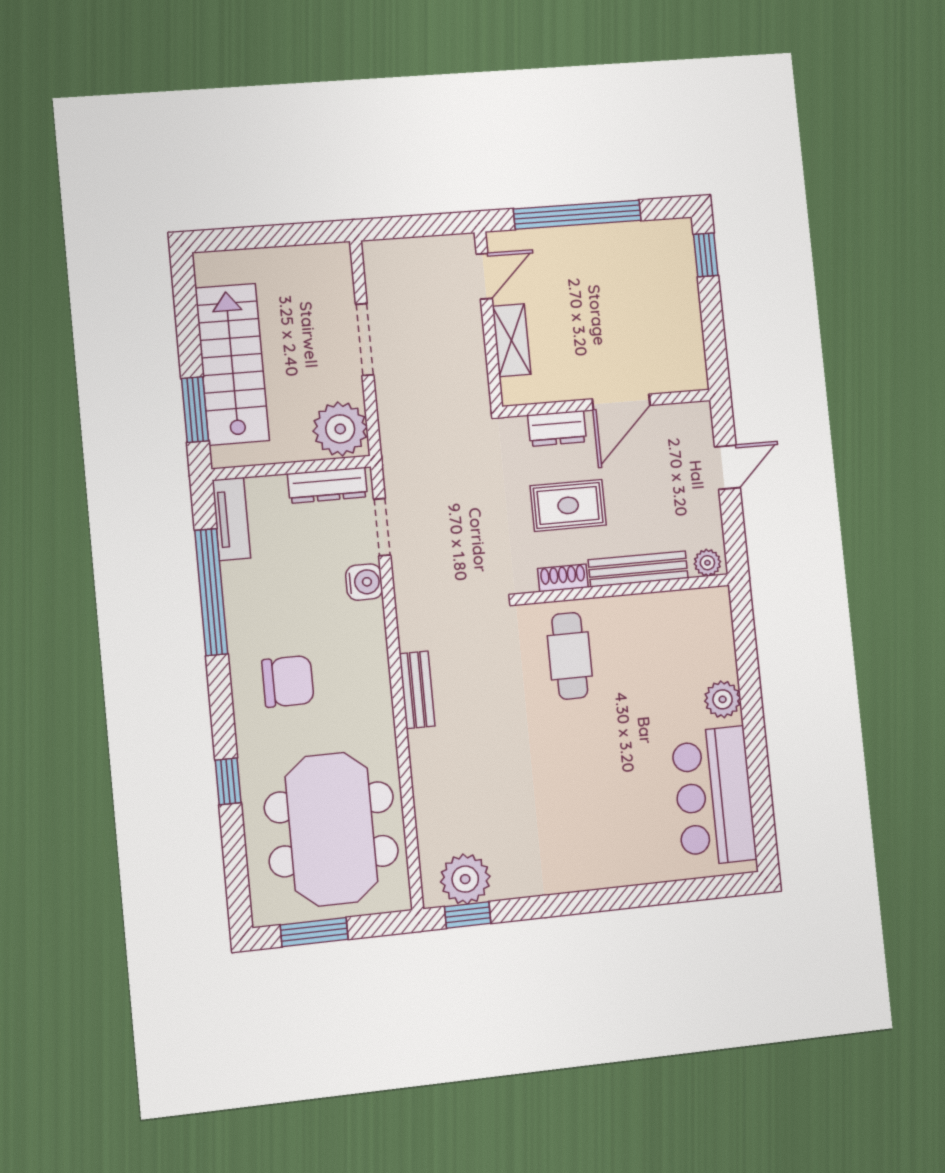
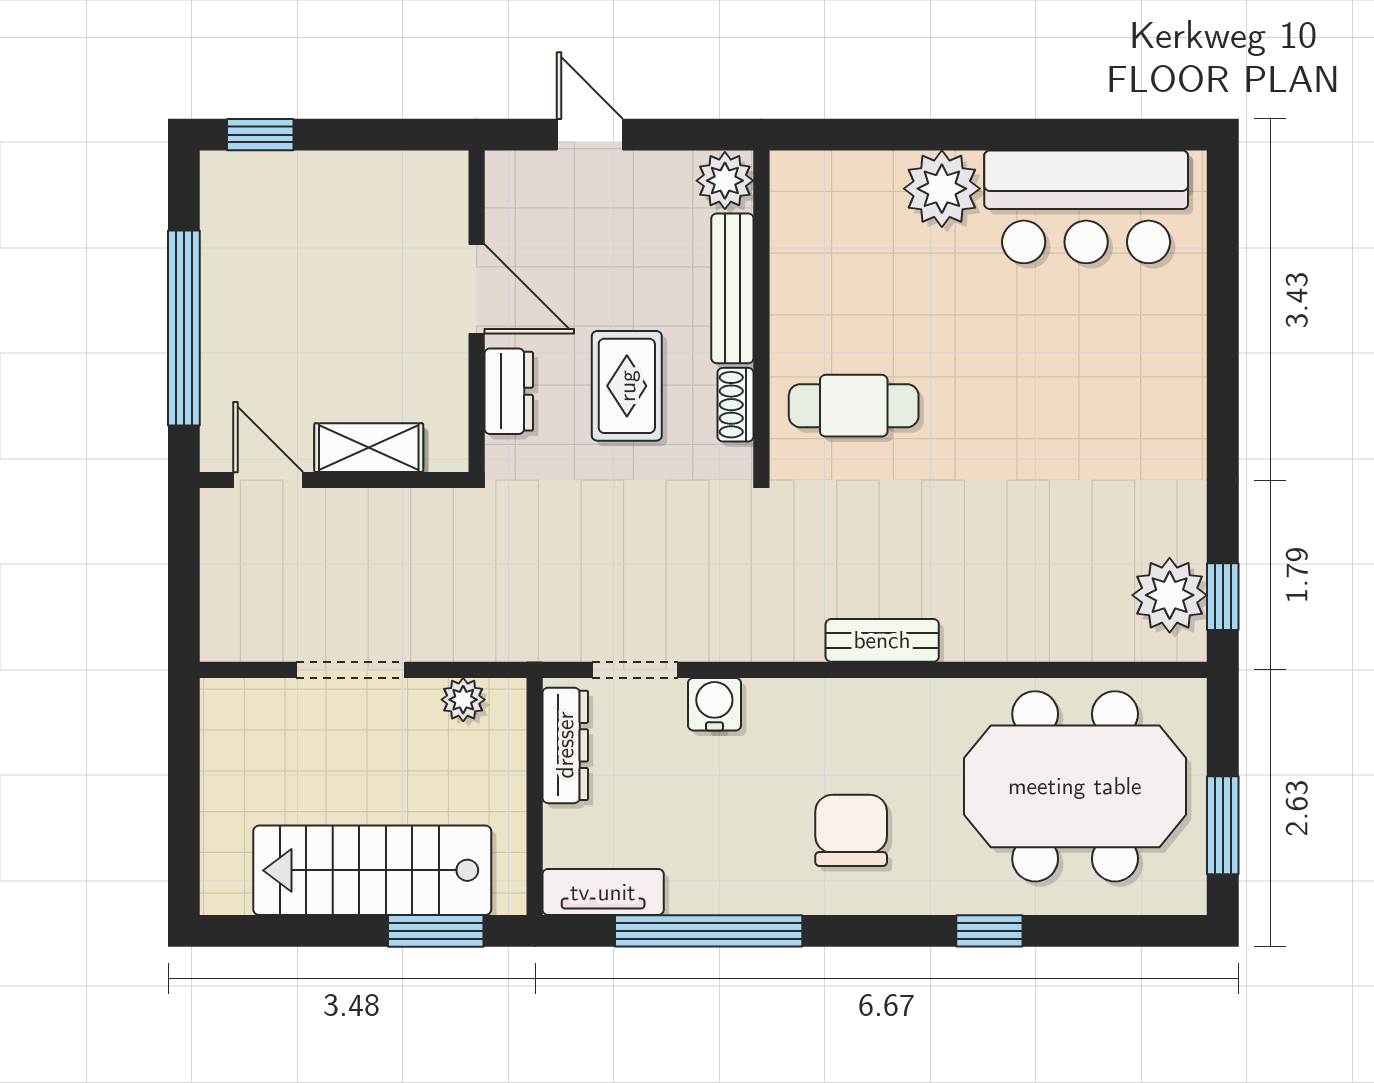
plant: (340, 429) -> (463, 700), width x0.53, depth x0.53
plant: (707, 563) -> (725, 181), width x1.38, depth x1.38
plant: (723, 699) -> (942, 189), width x1.36, depth x1.36

